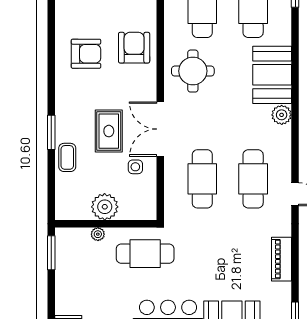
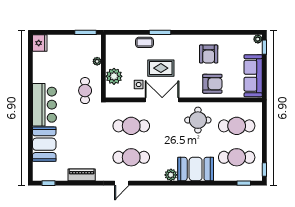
plant: (105, 207) -> (114, 76), moved
cafe table: (145, 254) -> (85, 91), width x0.73, depth x0.74

